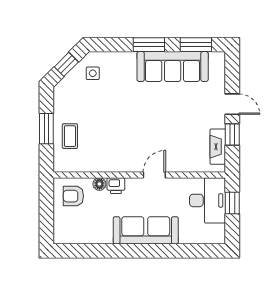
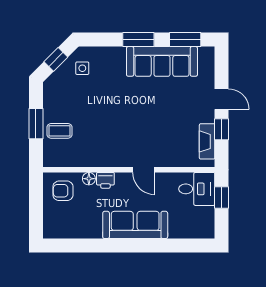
coffee table: (70, 136) -> (59, 131), turned 90
door: (154, 175) -> (144, 170), swing flipped
desk: (207, 200) -> (197, 189), width x0.73

